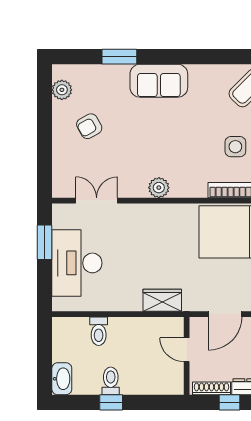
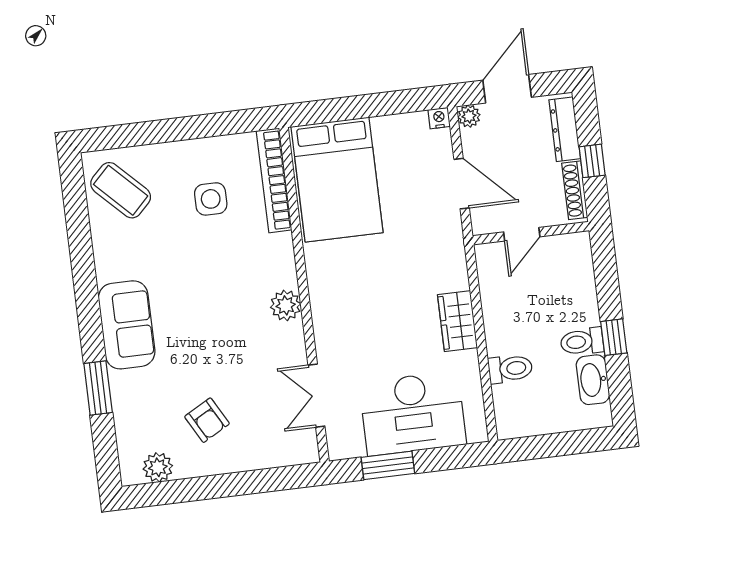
wardrobe: (162, 300) -> (458, 321), moved
washbasin: (62, 379) -> (593, 380), moved, turned -90

